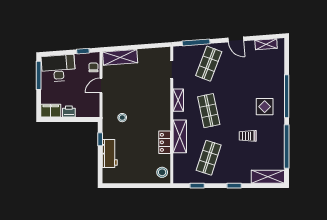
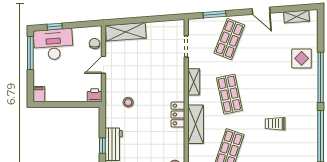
window: (196, 42) -> (215, 14), width x0.69
window: (83, 51) -> (55, 27), moved
display table: (265, 107) -> (302, 58), moved
filing cabinet: (51, 111) -> (39, 94), width x0.50
printer: (69, 112) -> (95, 95), moved
window: (100, 139) -> (102, 146), moved
locker: (165, 142) -> (178, 115), moved

